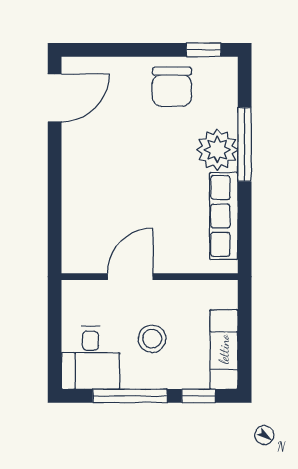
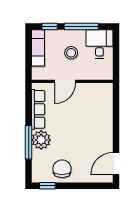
door: (130, 277) -> (65, 81), moved

